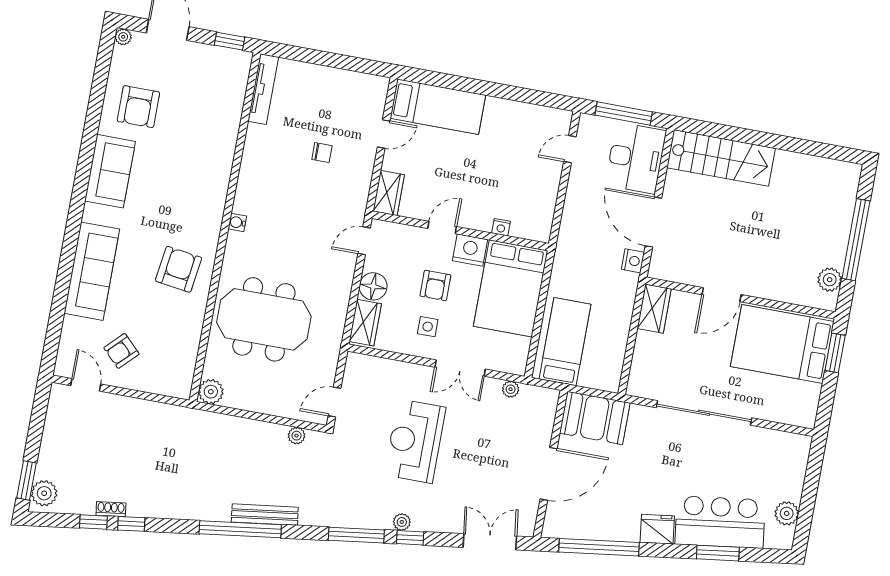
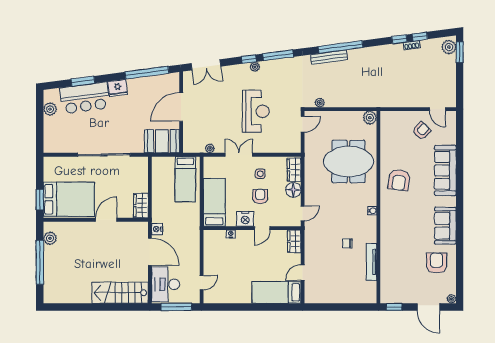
tv unit: (263, 89) -> (372, 262), moved
chair: (322, 153) -> (347, 243), moved
bed: (511, 288) -> (214, 202), width x0.67

